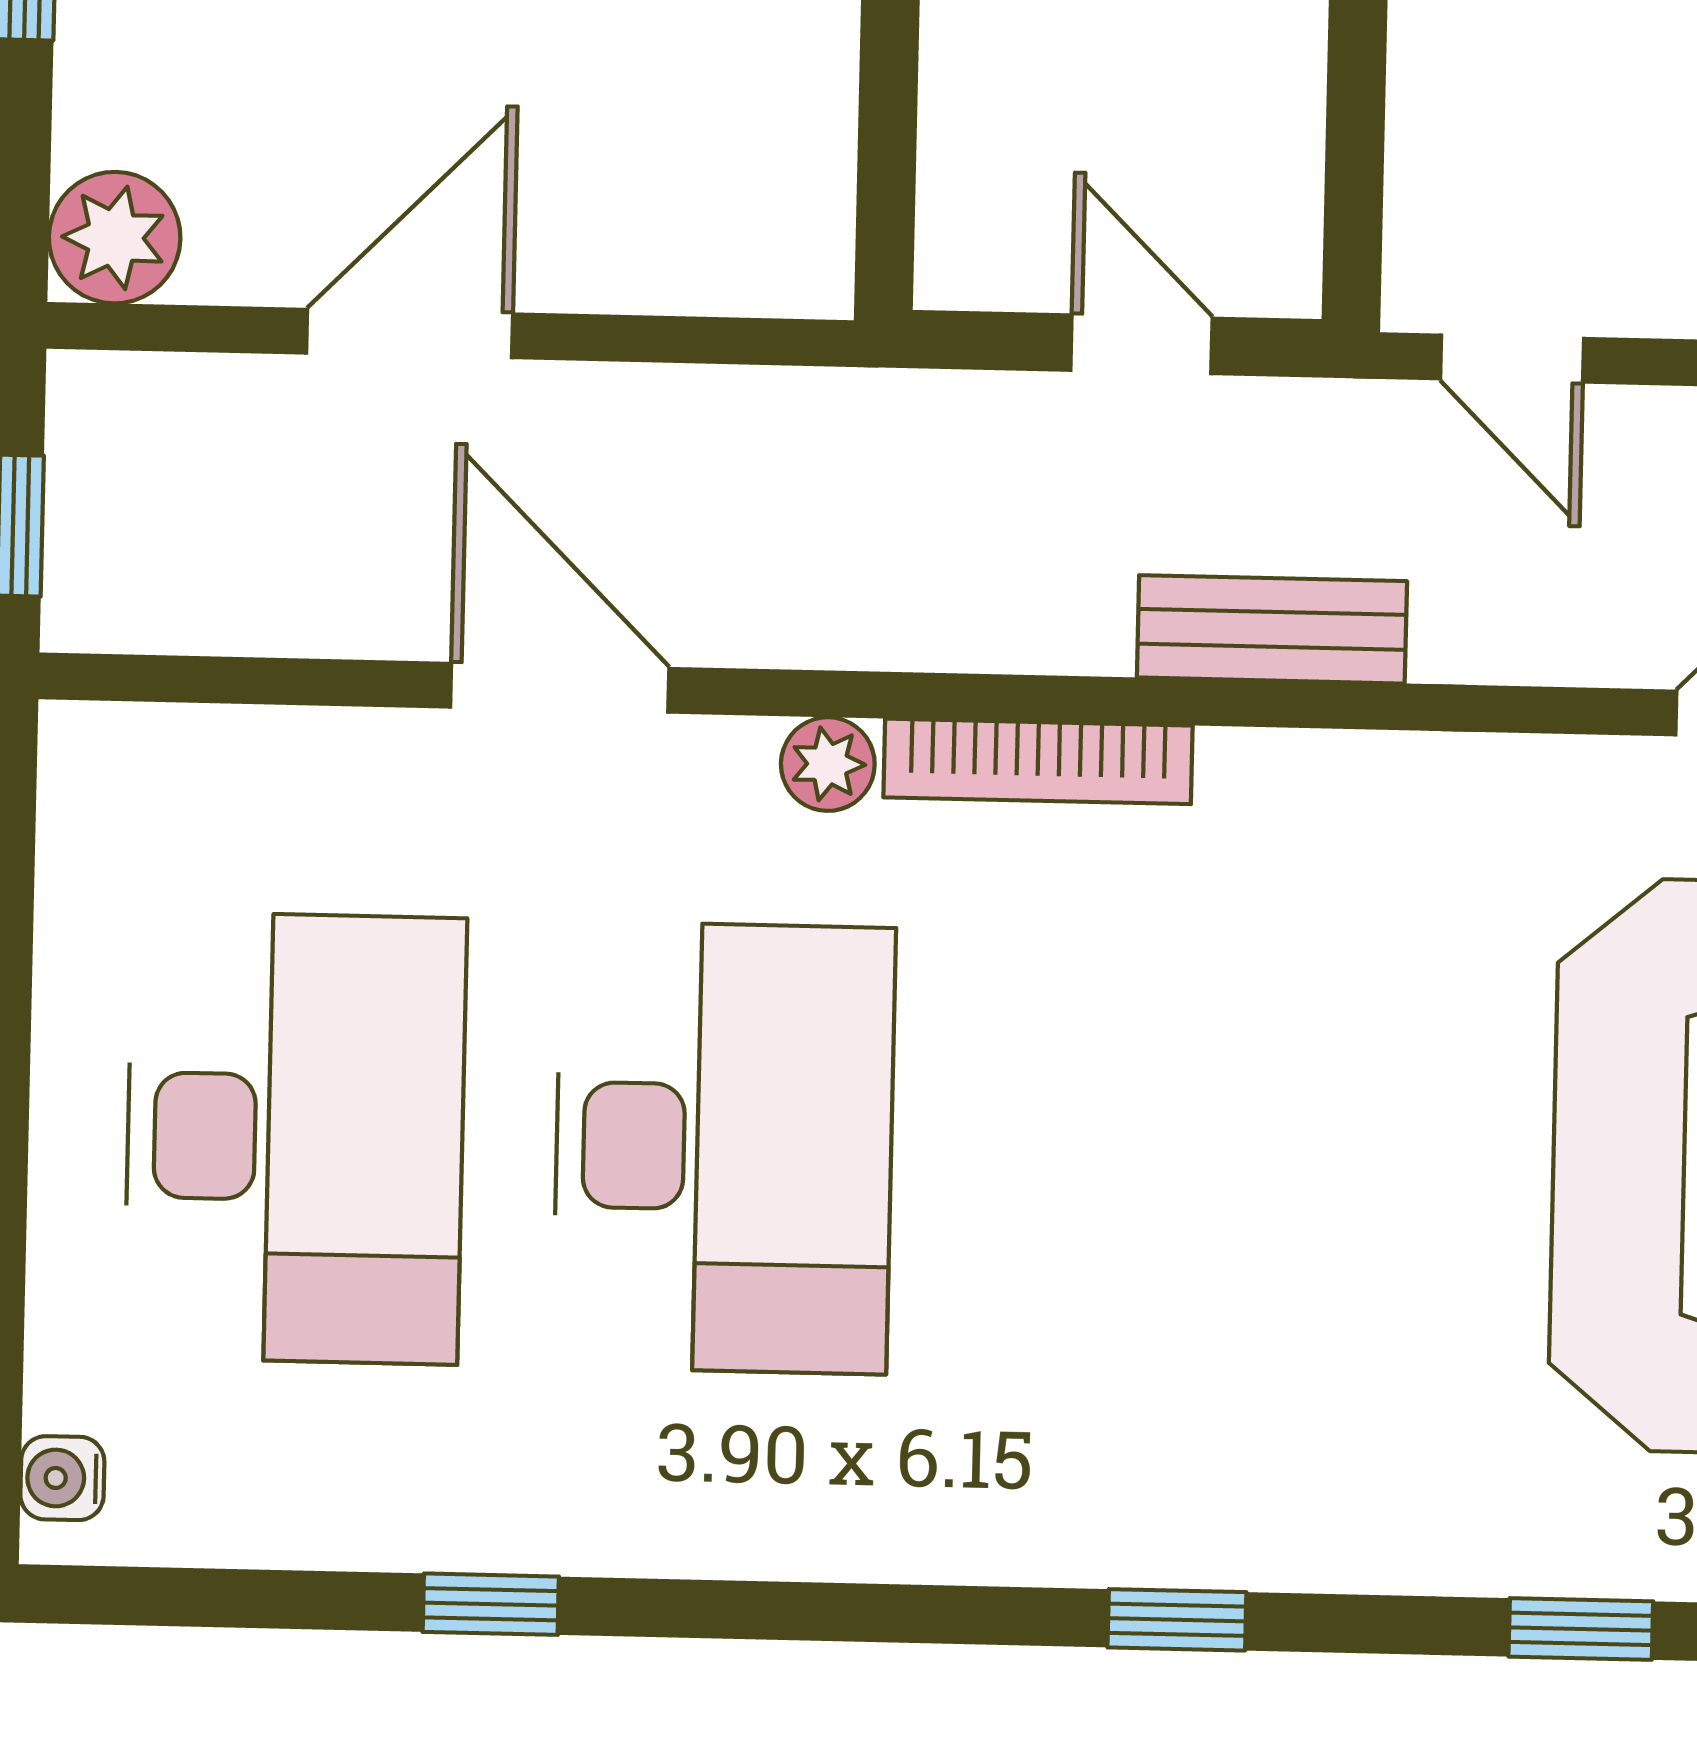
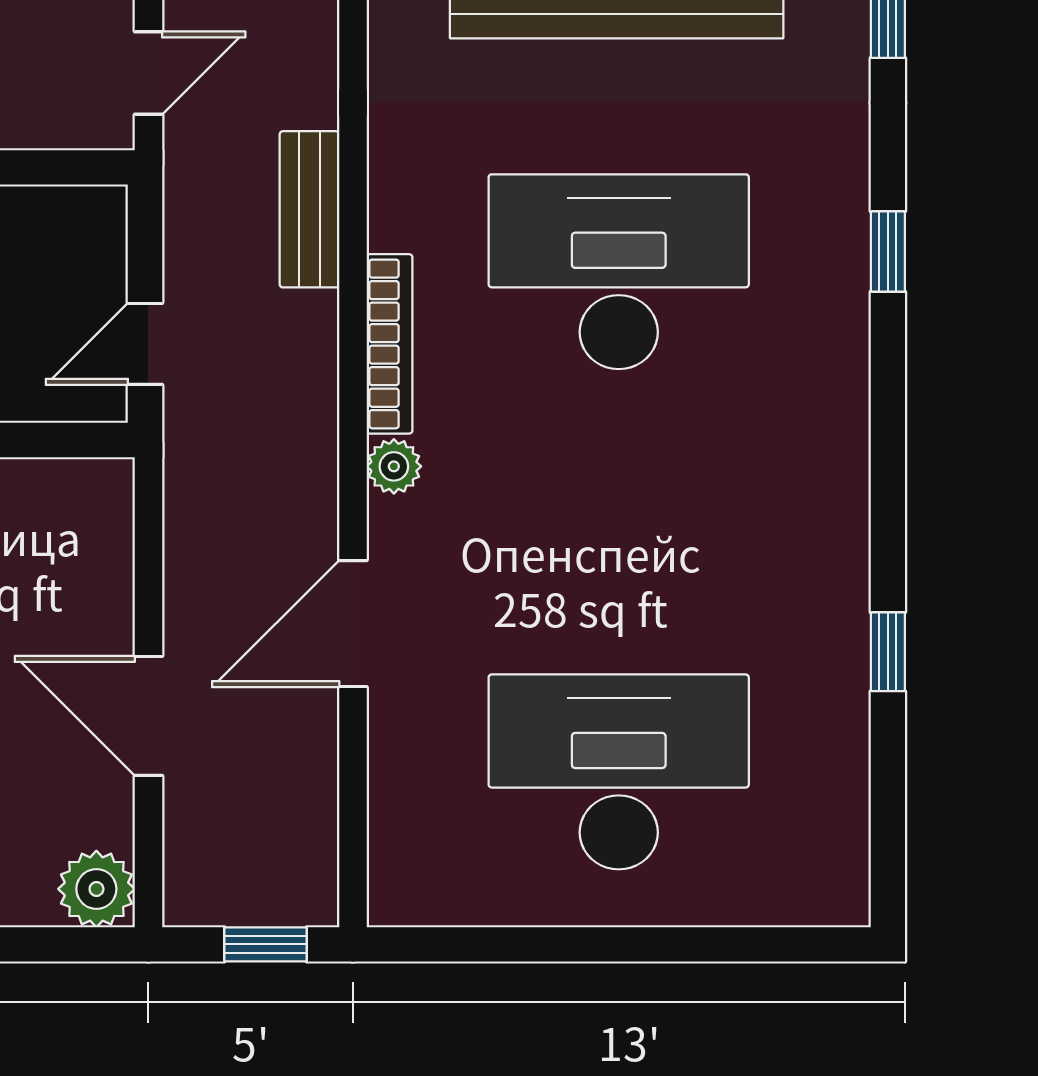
door: (1141, 344) -> (145, 344), moved
desk: (724, 1148) -> (619, 272), moved
water cooler: (62, 1478) -> (820, 903), removed

